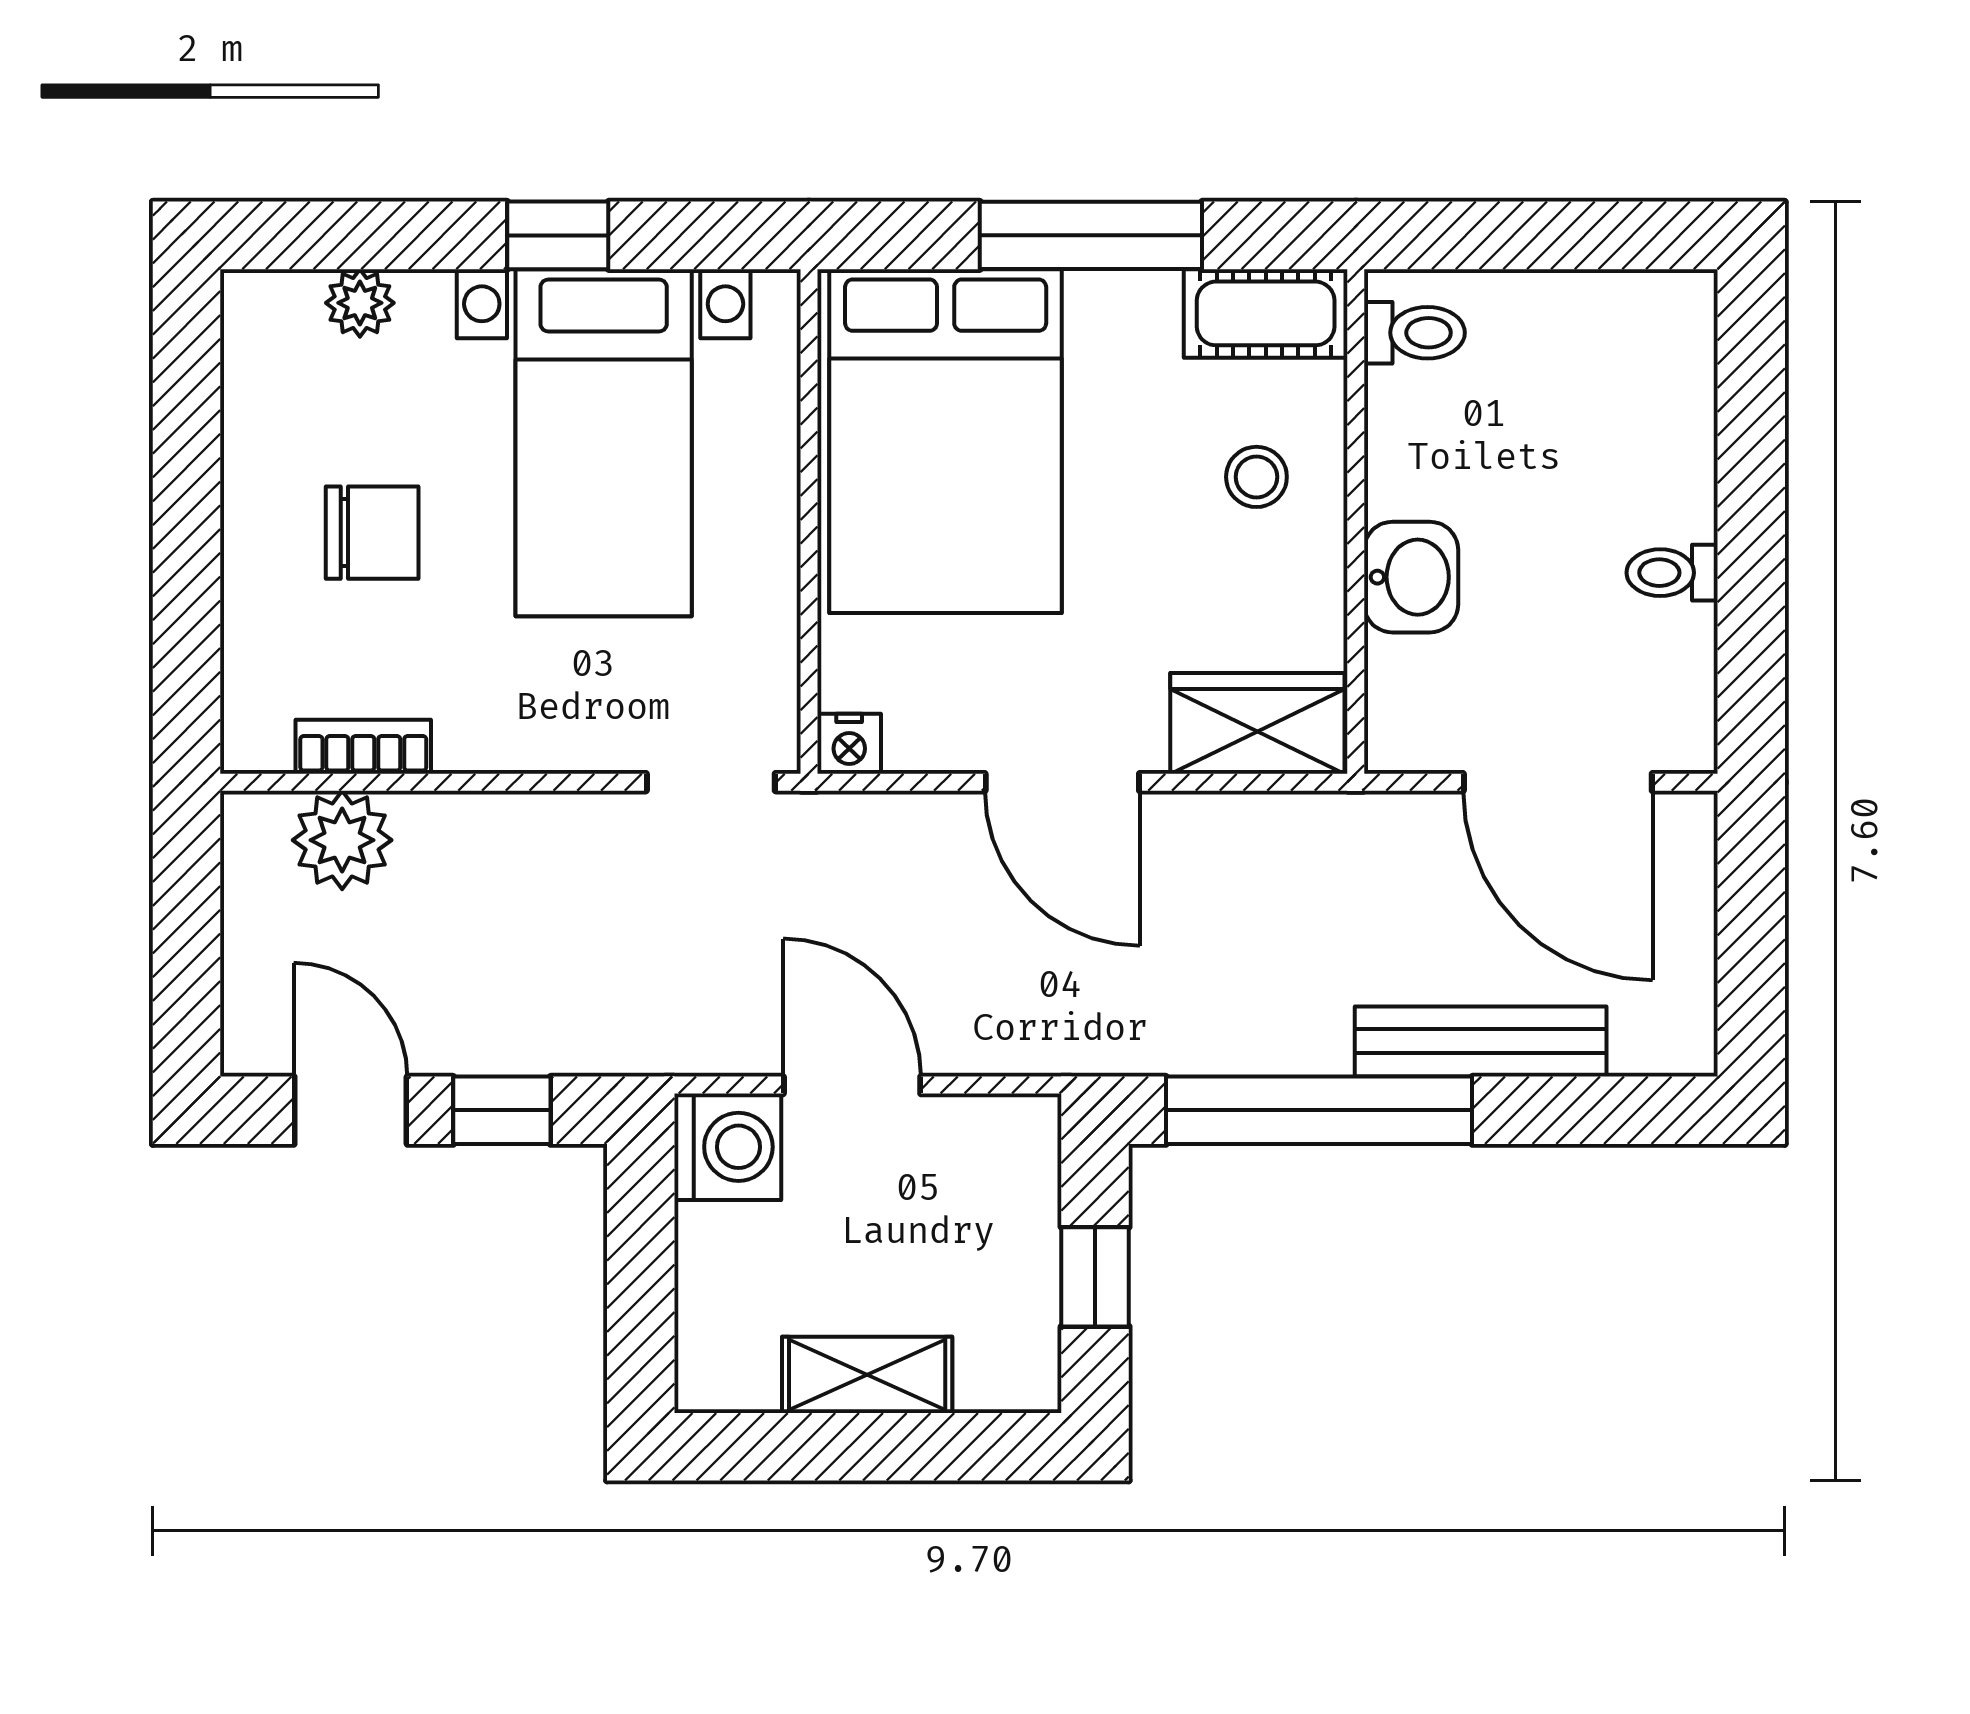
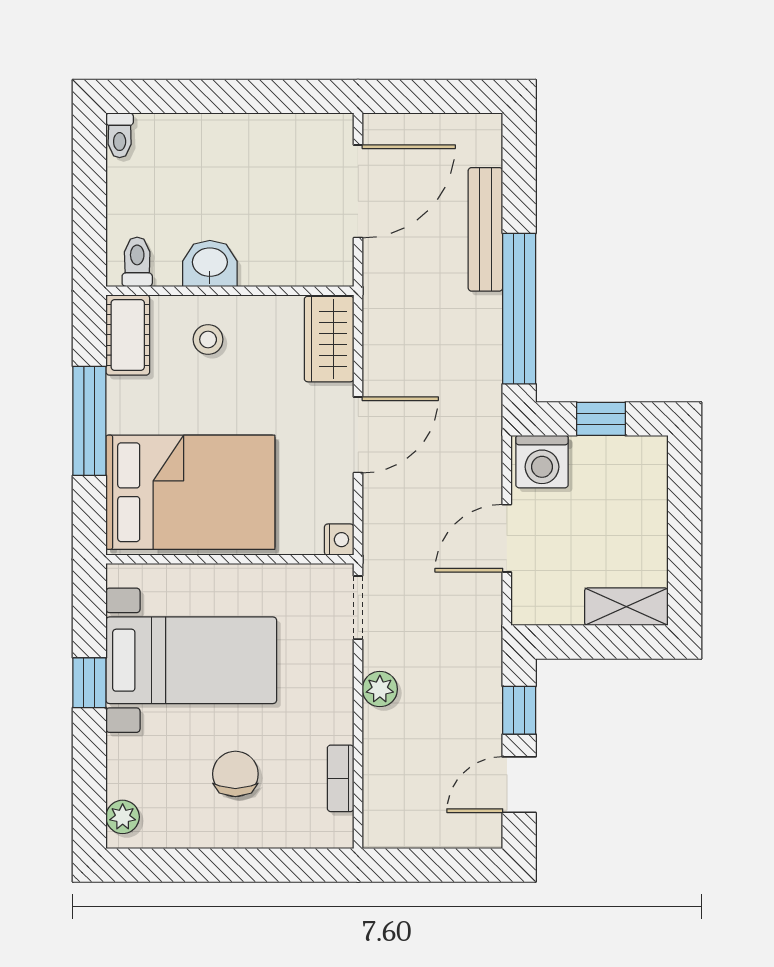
plant: (360, 303) -> (123, 817), moved
toilet: (1672, 573) -> (120, 135), moved
washbasin: (1411, 577) -> (210, 264), moved
plant: (342, 840) -> (380, 689), moved, width x0.73, depth x0.73
washing machine: (728, 1147) -> (542, 462), moved, turned 180
shelving: (867, 1375) -> (626, 607), moved, turned 90

